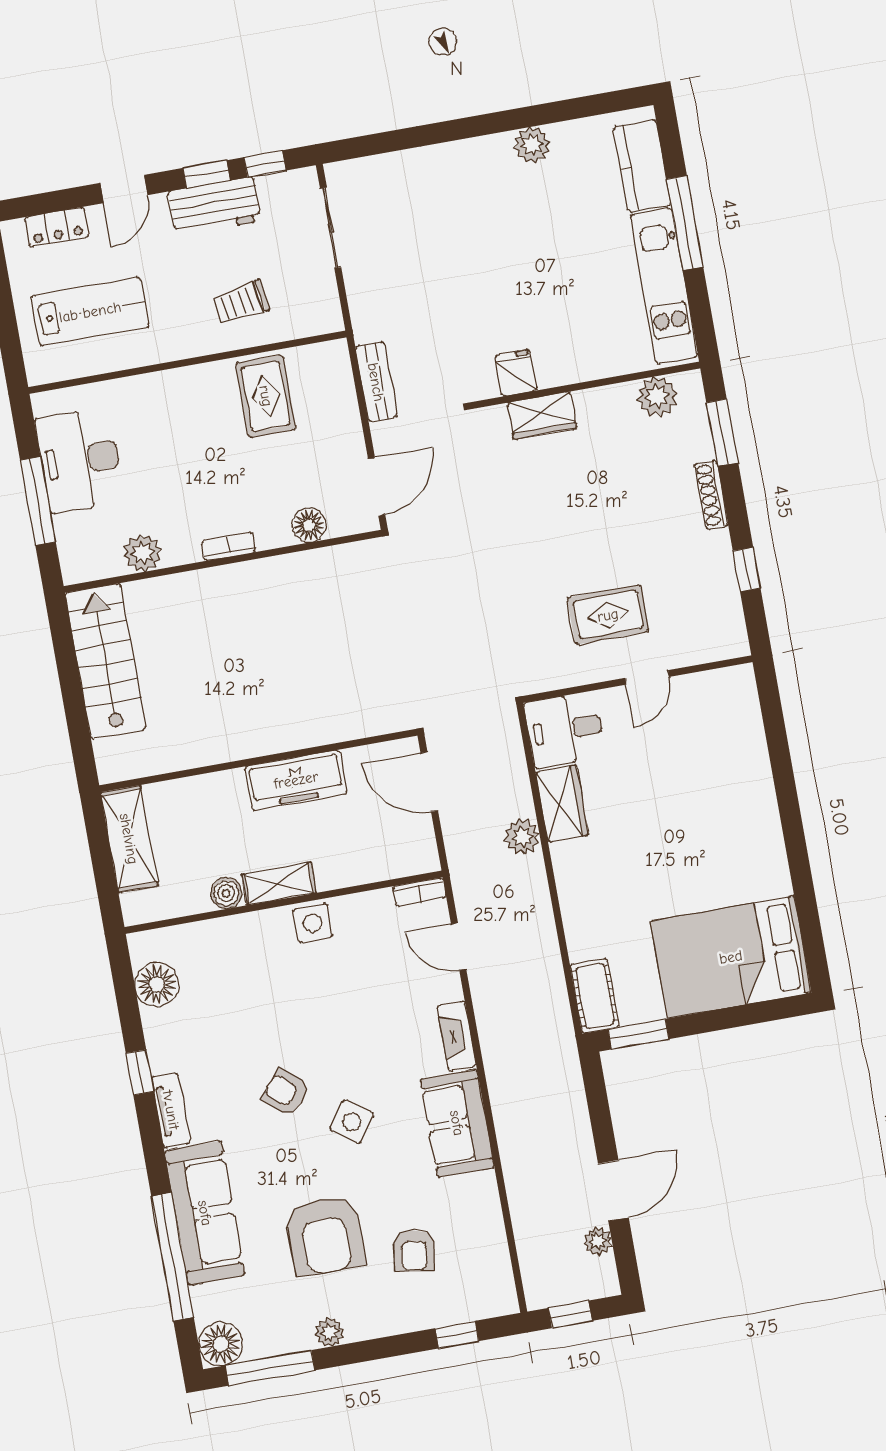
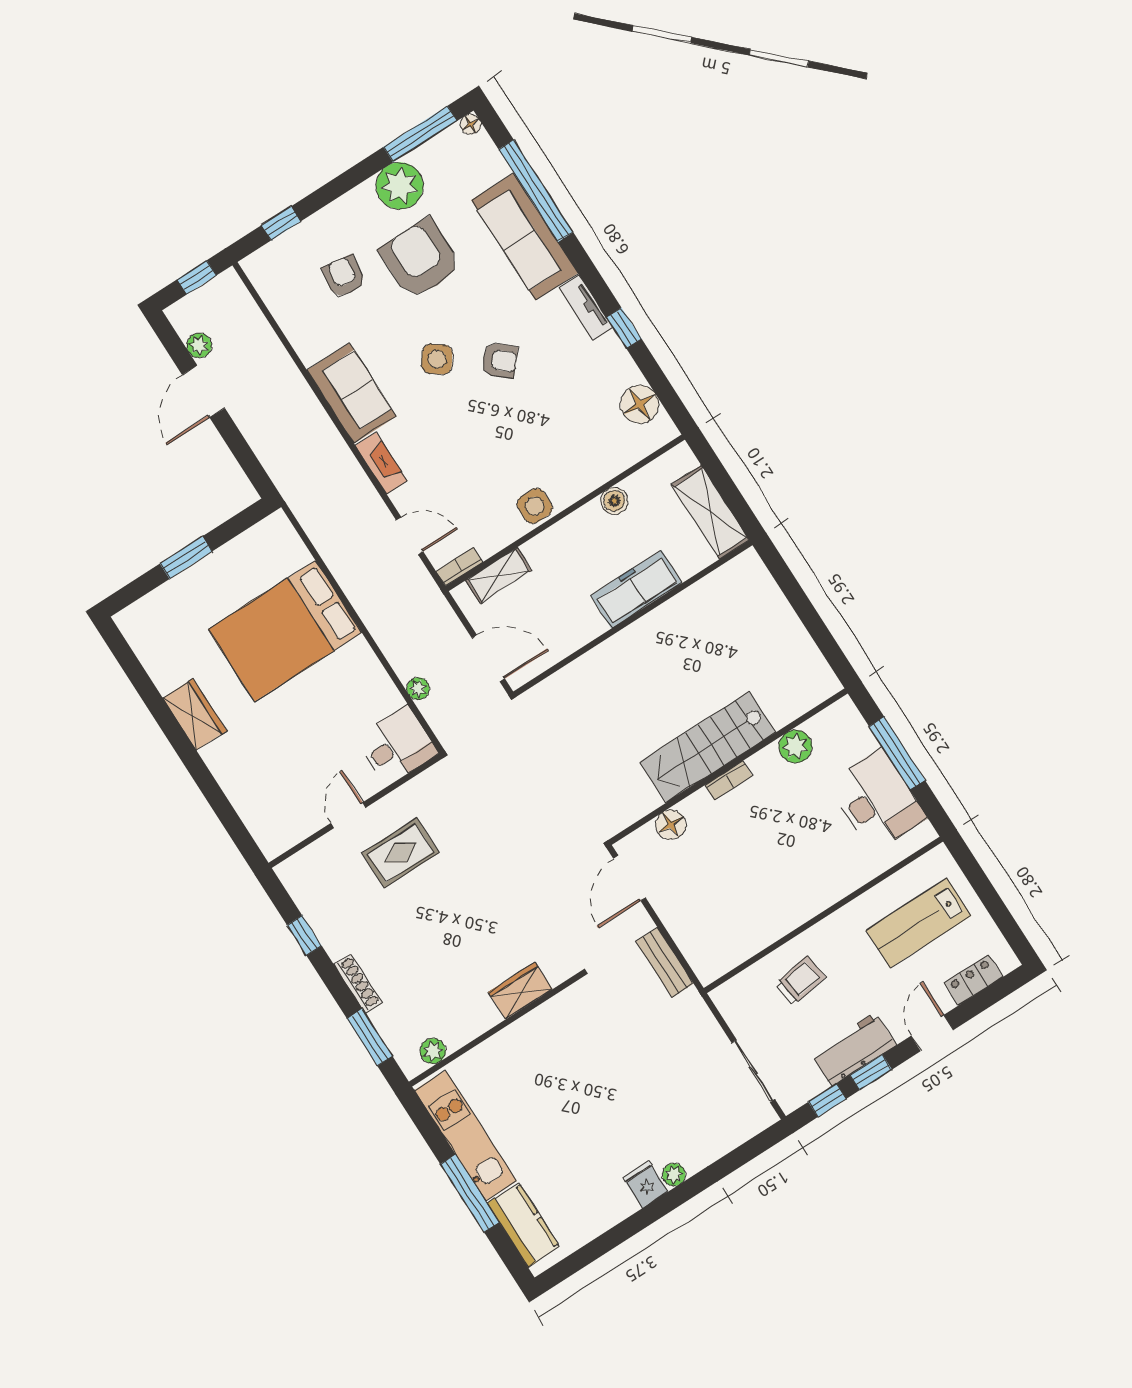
plant: (532, 145) -> (674, 1175), moved, width x0.73, depth x0.73
fridge: (516, 373) -> (646, 1184), moved, turned 180
rug: (266, 396) -> (749, 914), removed
plant: (657, 396) -> (433, 1051), width x0.73, depth x0.73
stairs: (105, 661) -> (708, 747), moved, turned 90
freezer: (296, 780) -> (636, 589), moved
wardrobe: (562, 804) -> (195, 715), moved, turned 180
plant: (522, 837) -> (418, 689), moved, width x0.73, depth x0.73
shelving: (279, 884) -> (499, 576), moved
bed: (731, 957) -> (285, 631), moved, turned 180
cot: (595, 996) -> (284, 542), removed
window: (638, 1034) -> (186, 558), moved
plant: (329, 1332) -> (400, 186), width x1.88, depth x1.88
floor lamp: (221, 1344) -> (471, 124), width x0.53, depth x0.53

